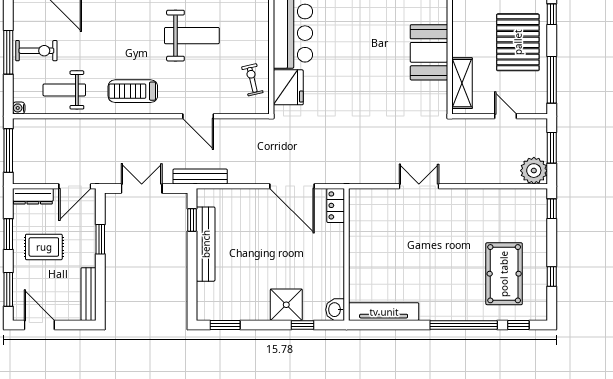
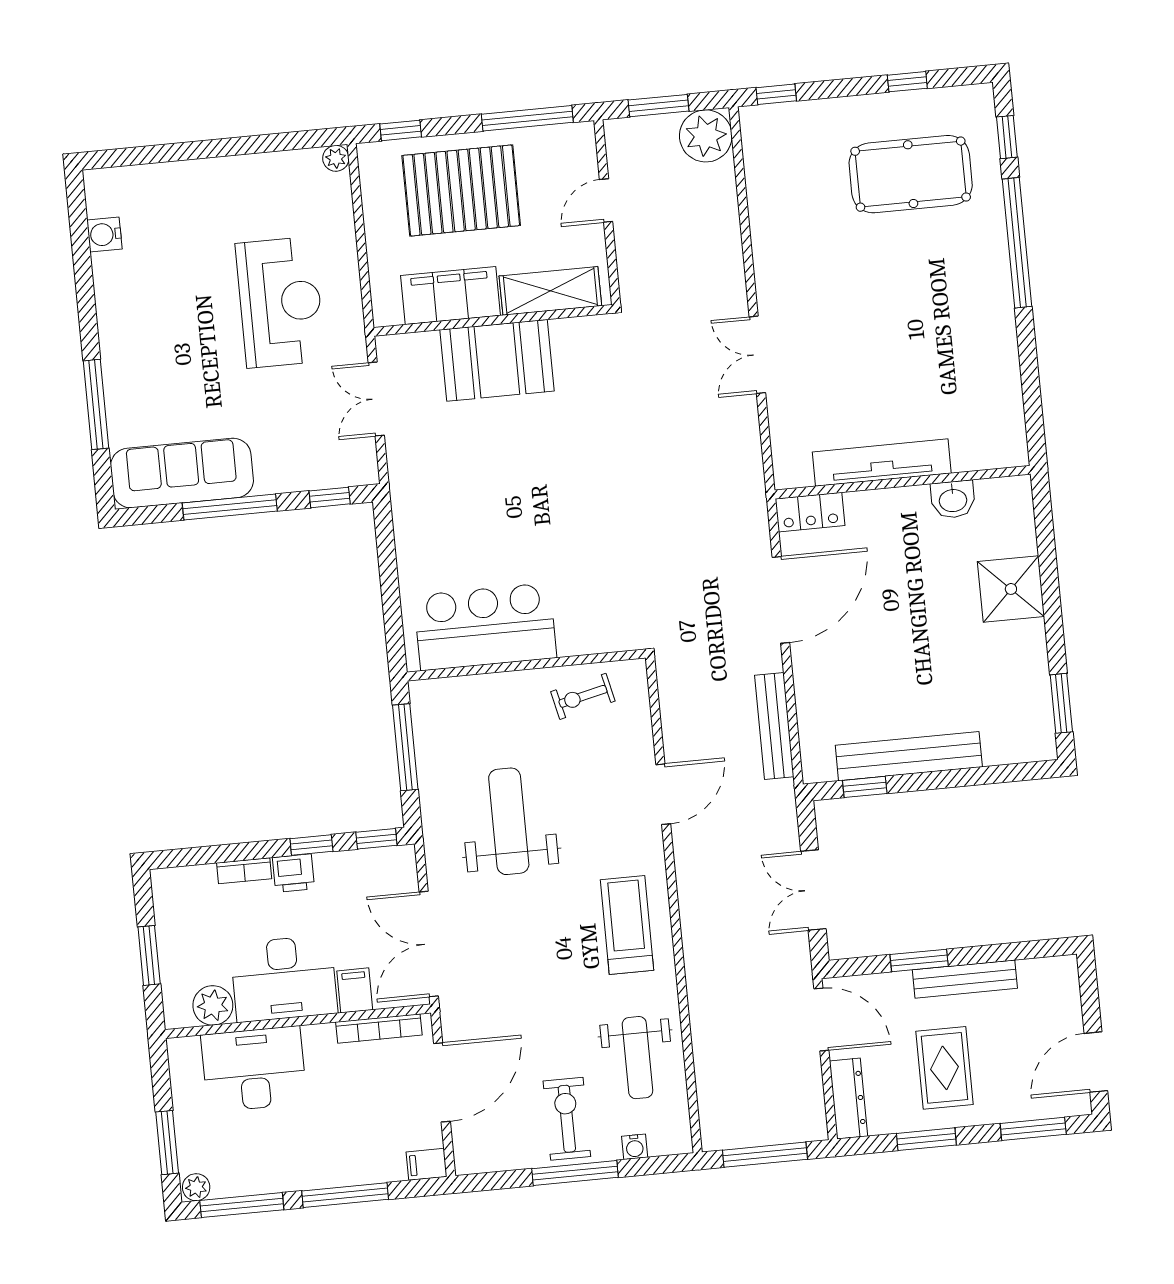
filing cabinet: (465, 32) -> (450, 296), added
fridge: (288, 87) -> (591, 626), removed
treadmill: (133, 91) -> (627, 925), turned 180
water cooler: (19, 108) -> (635, 1147), moved
bench: (200, 176) -> (774, 726), moved
bench: (88, 294) -> (965, 979), moved
washbasin: (335, 310) -> (953, 499), moved
tv unit: (384, 312) -> (882, 463), moved, turned 90
window: (302, 325) -> (1047, 554), removed

